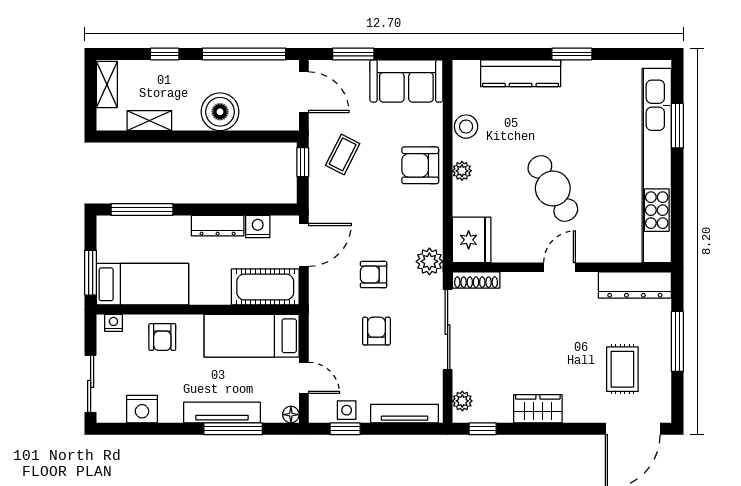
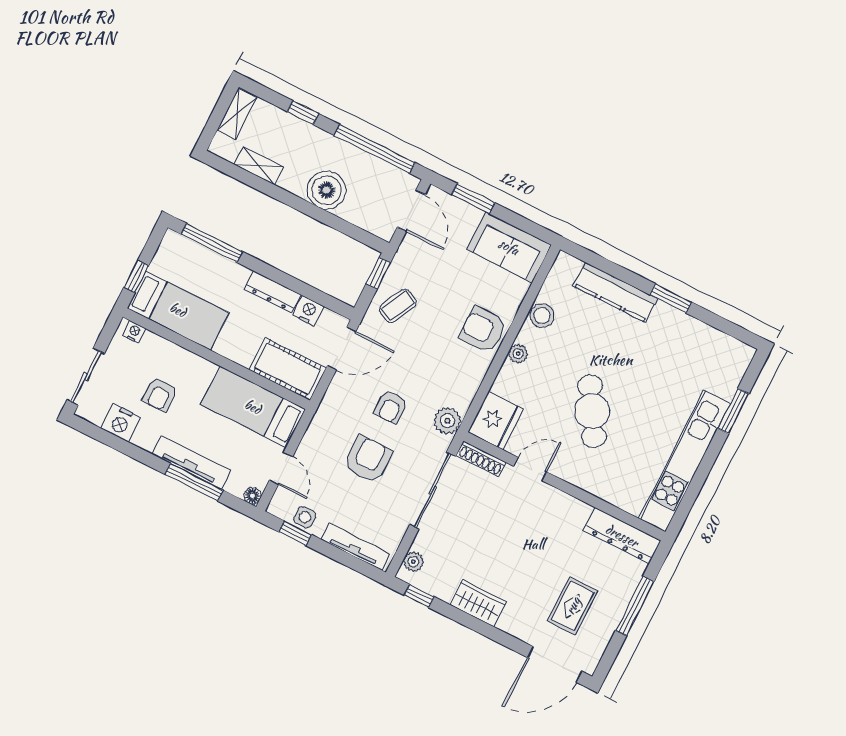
coffee table: (343, 154) -> (398, 306), moved
kitchen unit: (657, 165) -> (685, 461), width x0.73
door: (560, 267) -> (530, 469), moved
window: (91, 273) -> (136, 276), width x0.67
armchair: (373, 275) -> (391, 407), turned -90
armchair: (376, 331) -> (368, 459), width x1.38, depth x1.38
armchair: (162, 337) -> (160, 395), moved

